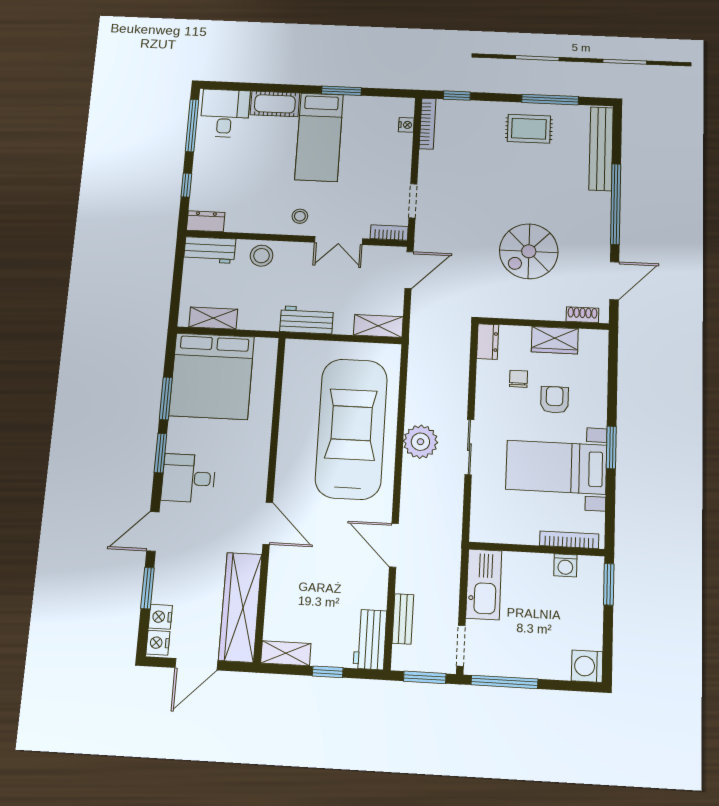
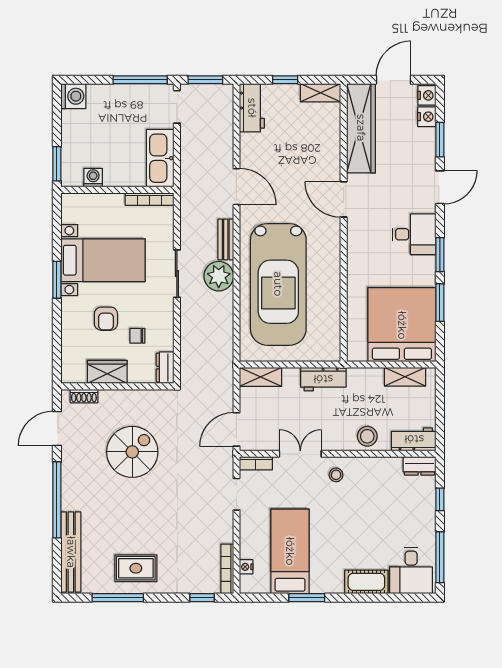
bed: (319, 137) -> (290, 551), moved
chair: (519, 379) -> (137, 336), turned 90
bookcase: (569, 540) -> (149, 199), moved
bench: (403, 619) -> (226, 239), moved

